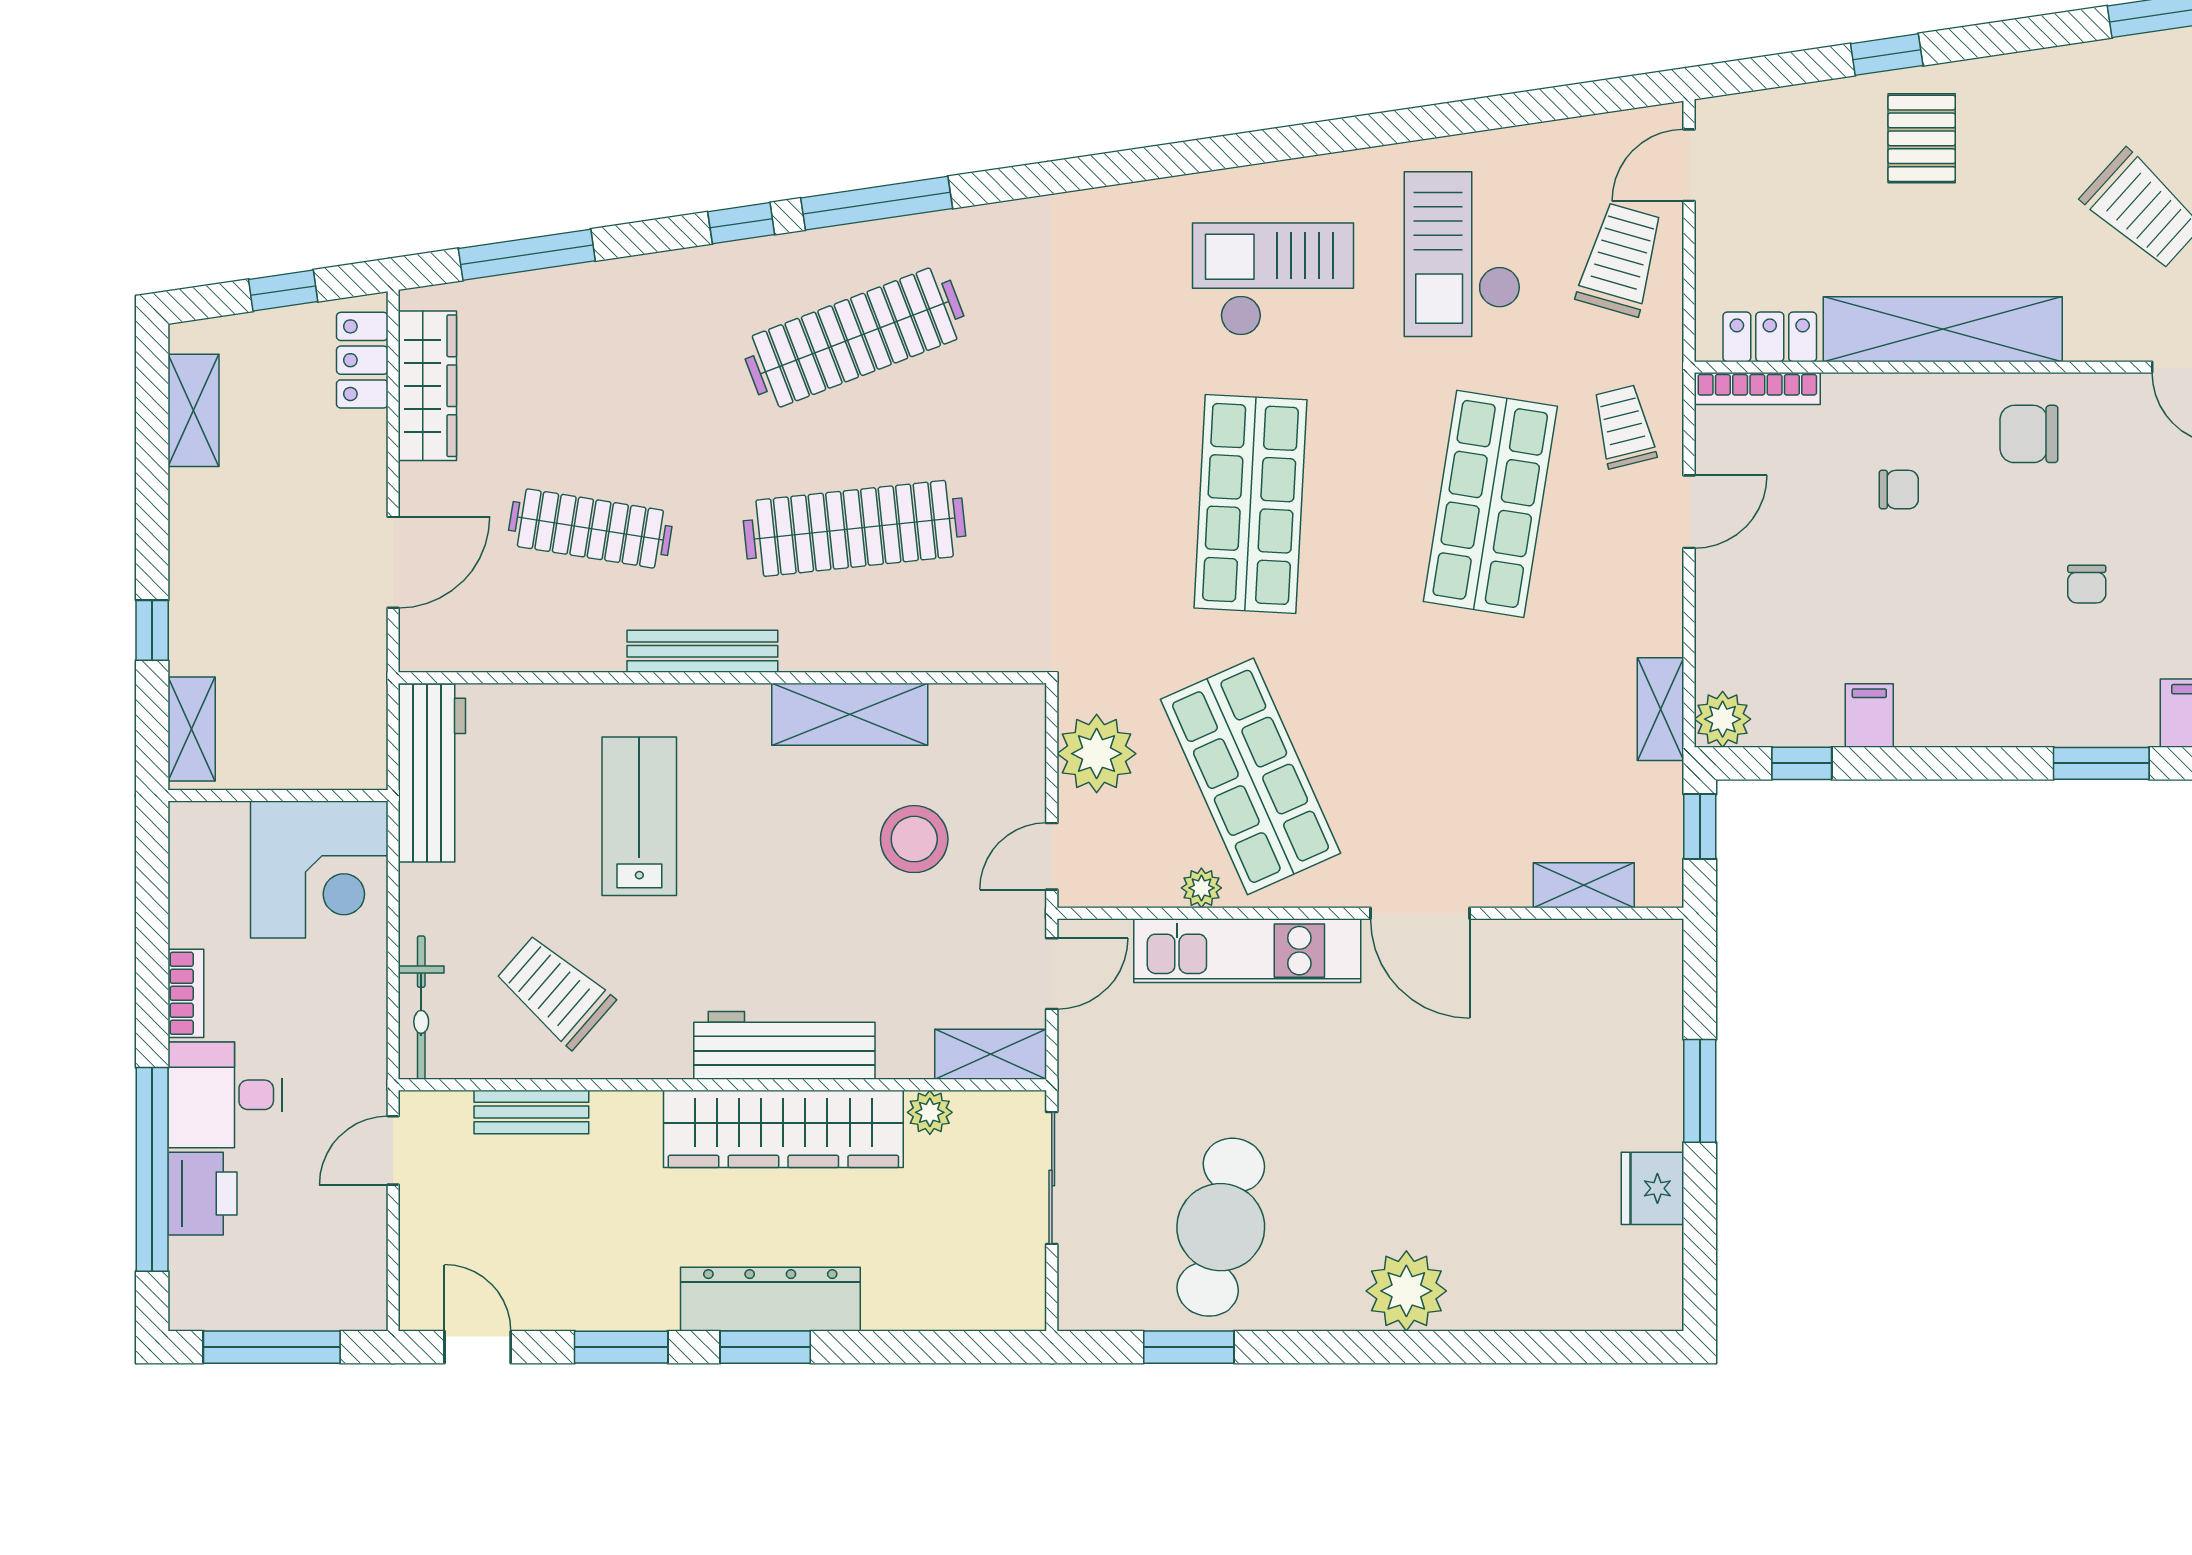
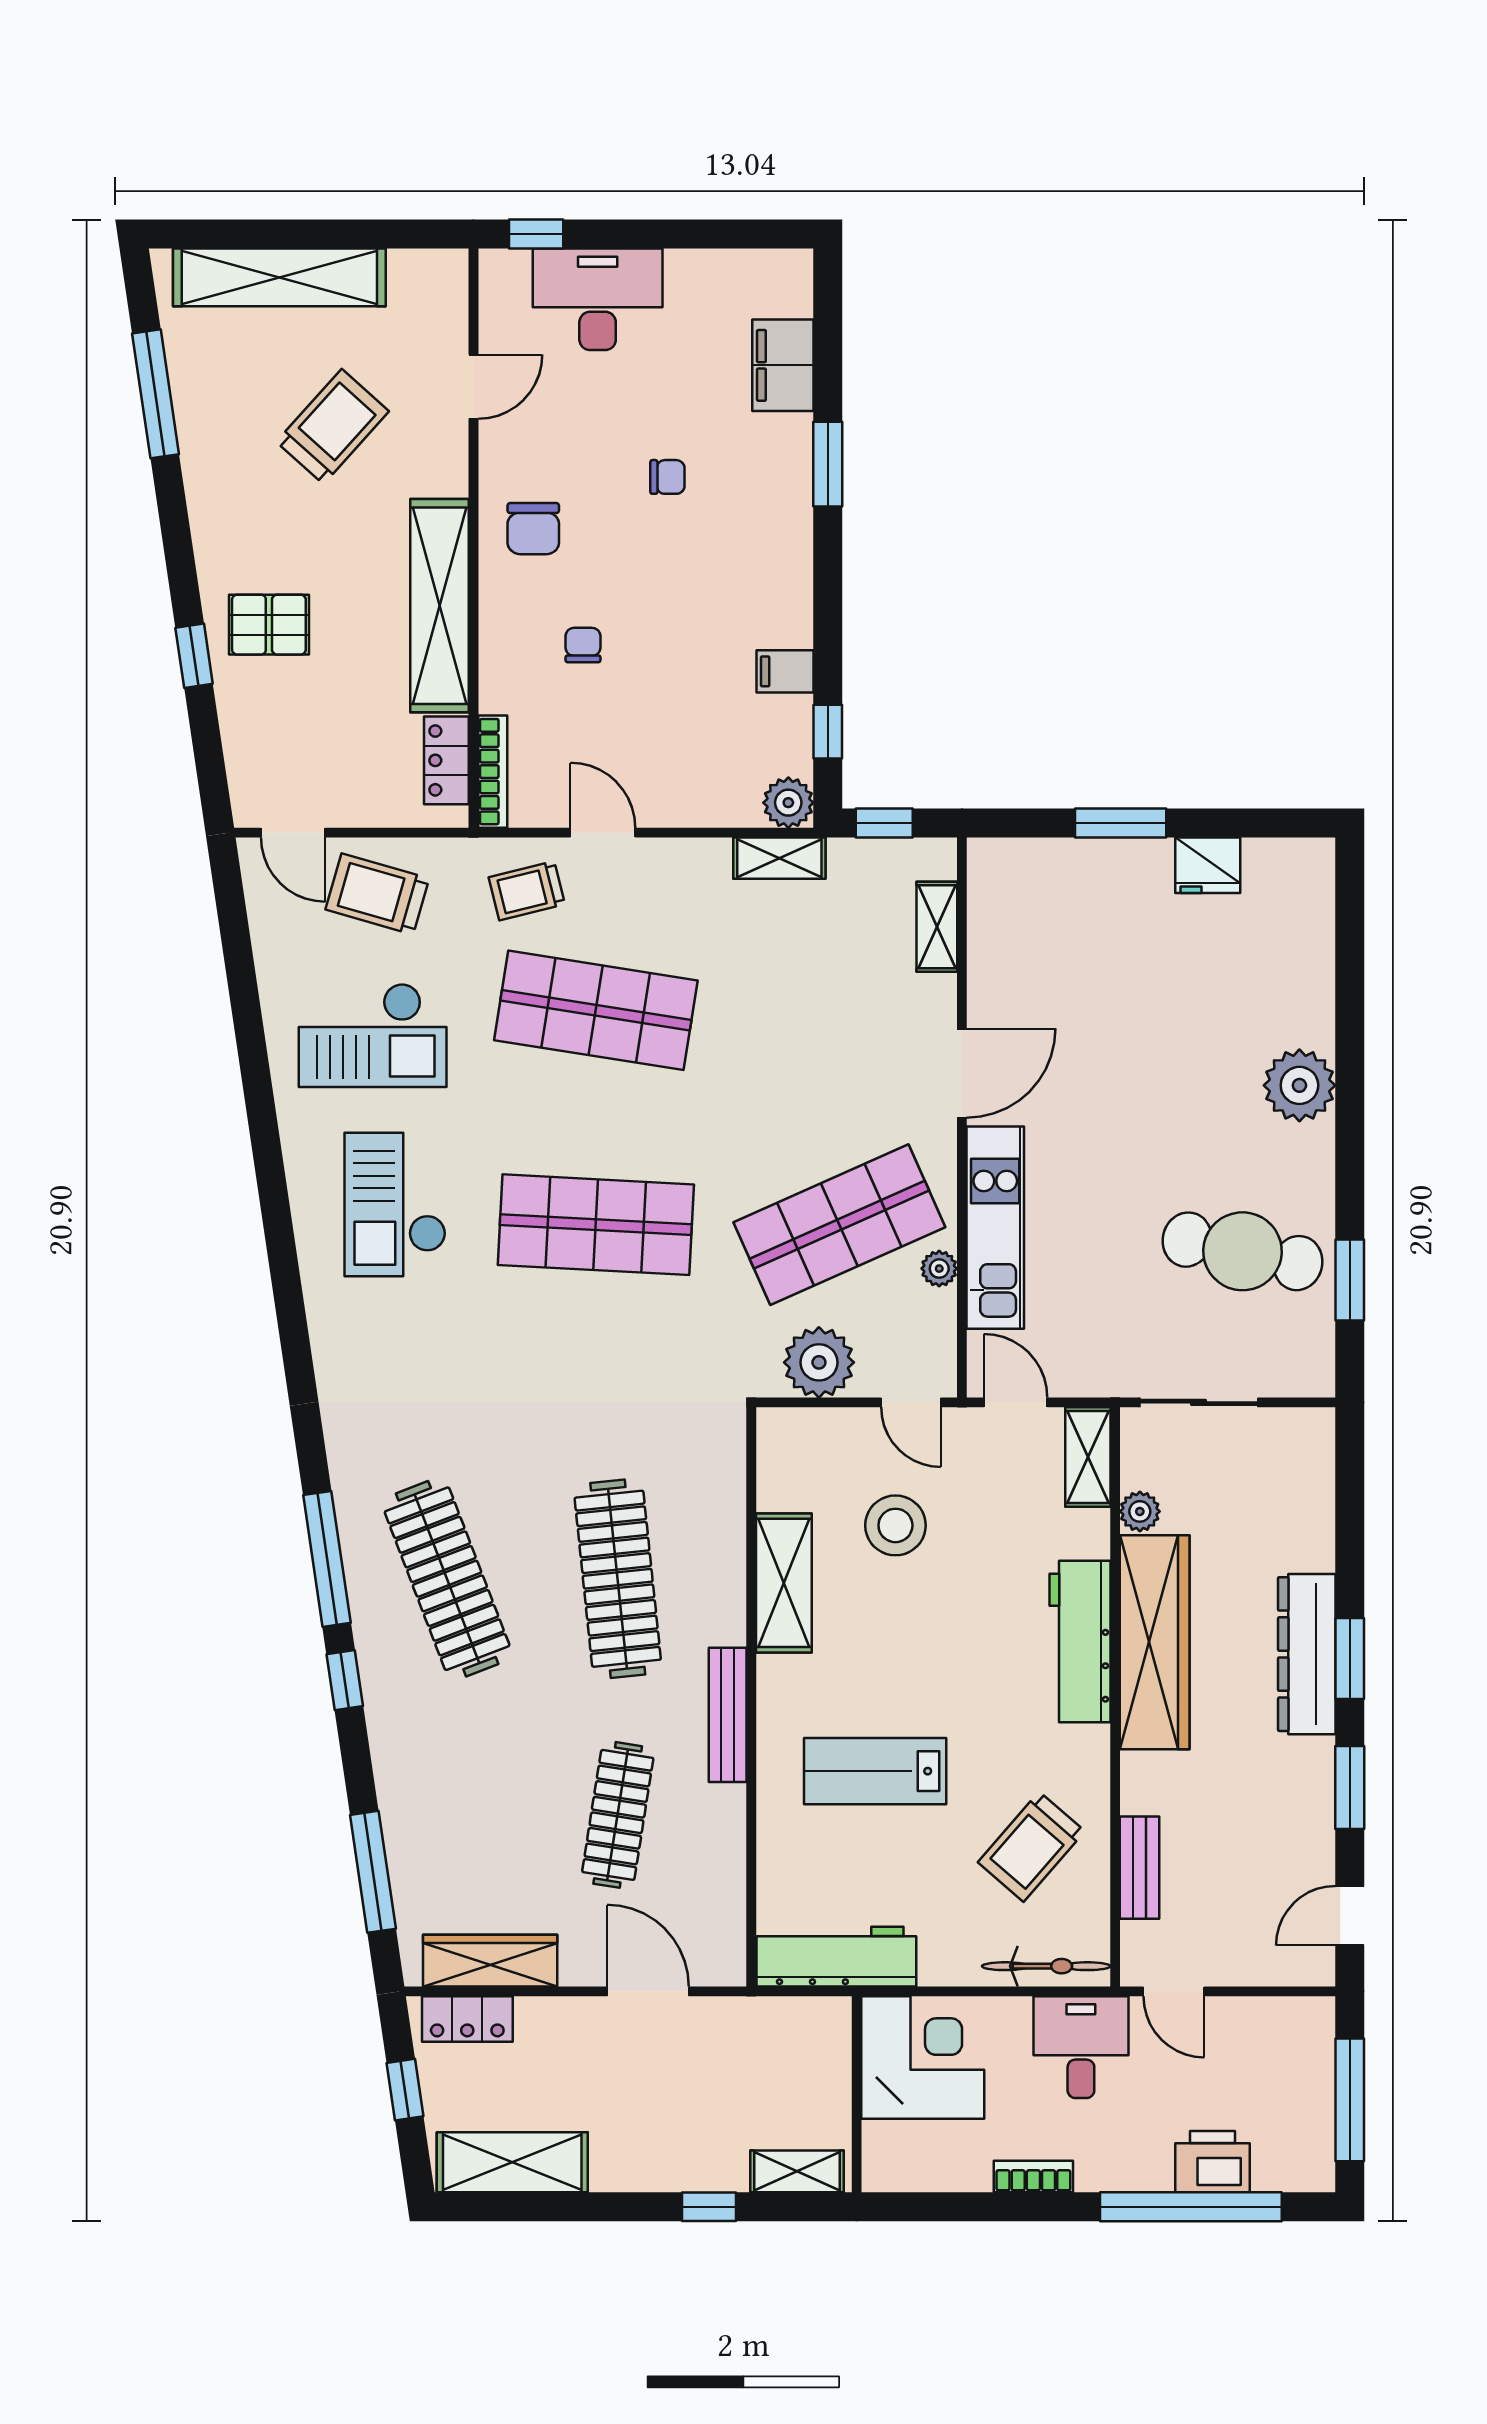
shelving: (194, 410) -> (512, 2162), width x1.50, depth x1.33
desk: (225, 1095) -> (1081, 2047), moved, turned 180

